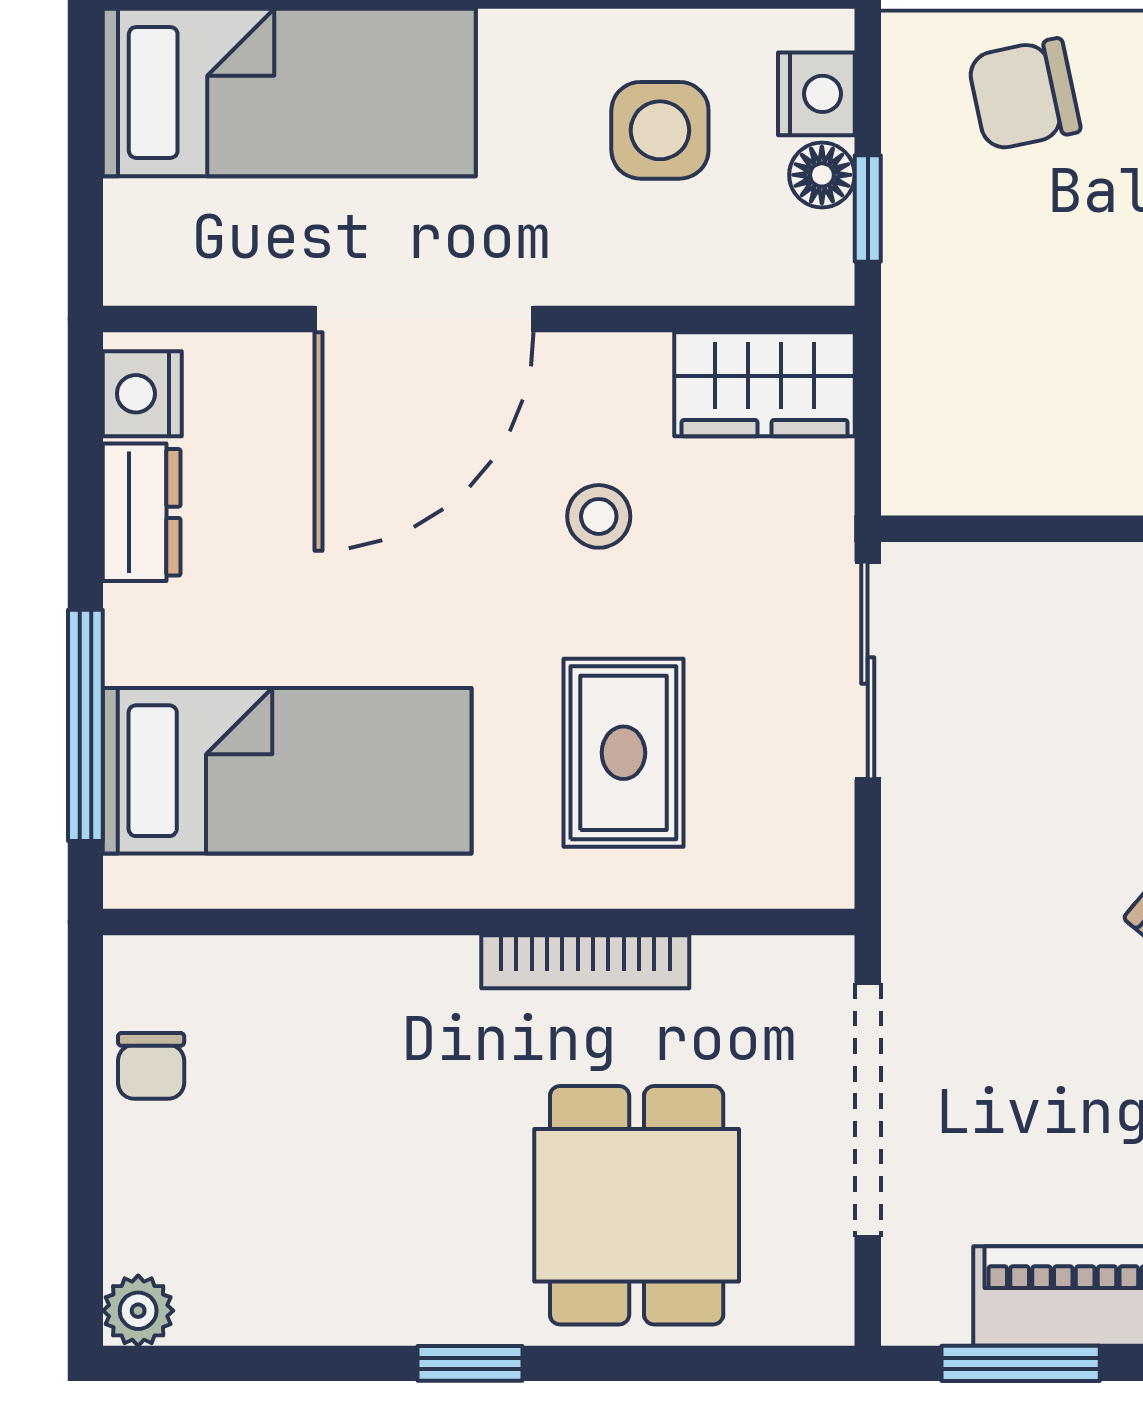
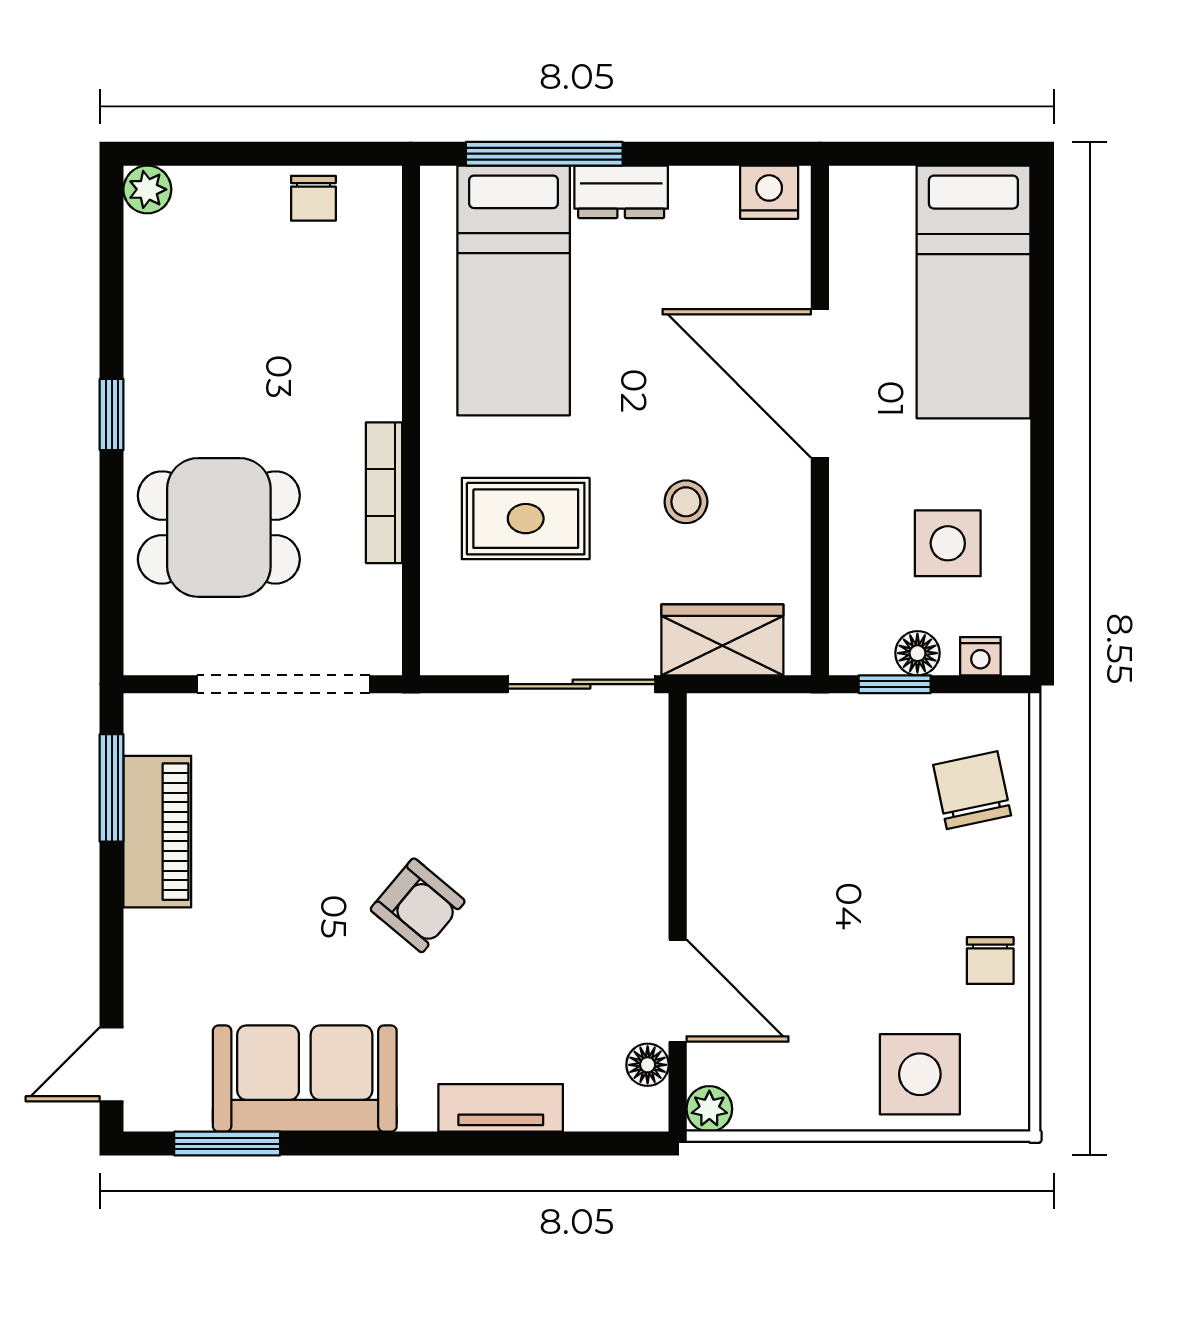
nightstand: (816, 94) -> (980, 656), width x0.72, depth x0.74
wardrobe: (765, 384) -> (722, 640), moved, turned 90
dresser: (142, 512) -> (621, 192), moved
chair: (151, 1066) -> (313, 198), turned -90

